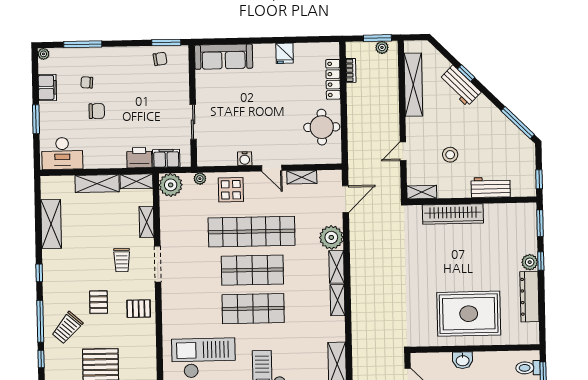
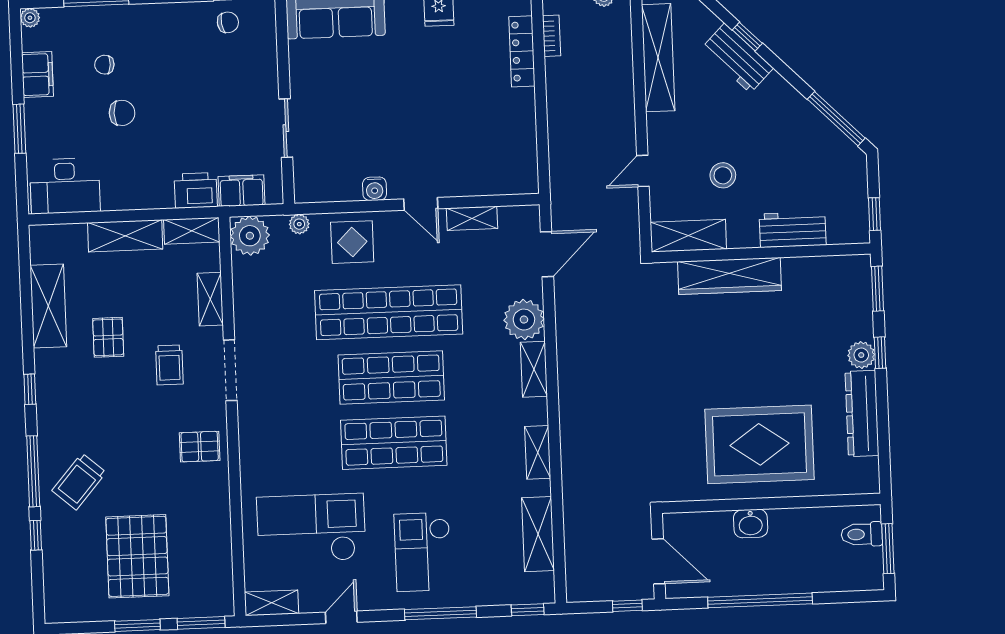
round table: (322, 127) -> (504, 133), removed
shelving: (422, 192) -> (688, 236), width x1.50, depth x1.33
shelving: (338, 300) -> (538, 452), moved
pallet: (99, 302) -> (108, 337), moved

